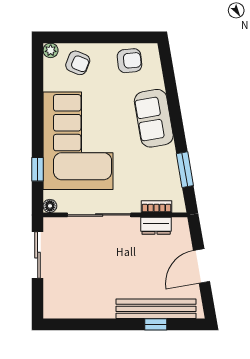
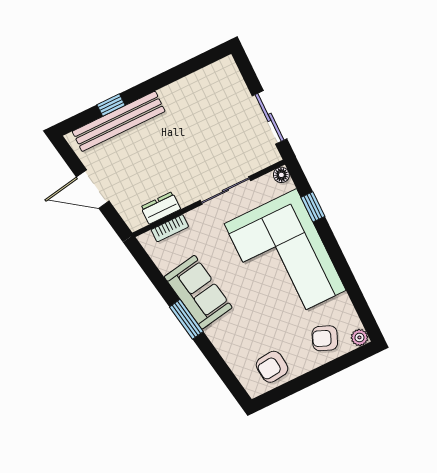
sofa: (154, 118) -> (198, 292), moved
window: (185, 170) -> (186, 319), moved
sliding door: (99, 215) -> (225, 190), width x0.73
door: (202, 266) -> (93, 189), swing flipped

